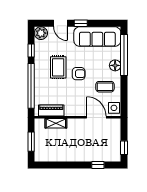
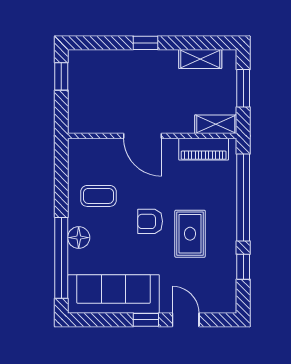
plant: (41, 33) -> (224, 301), removed
side table: (114, 108) -> (81, 154), removed
door: (96, 117) -> (142, 136), moved
shelving: (56, 123) -> (216, 124), moved
shelving: (53, 157) -> (200, 59), added
window: (98, 165) -> (145, 43), moved

